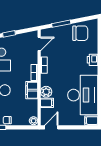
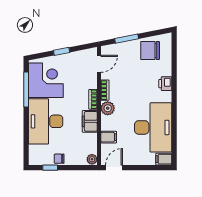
chair: (80, 33) -> (150, 50), turned 180
plant: (46, 92) -> (108, 108), moved

